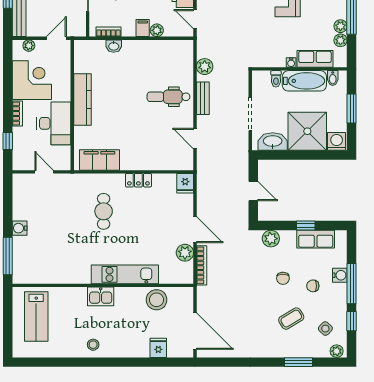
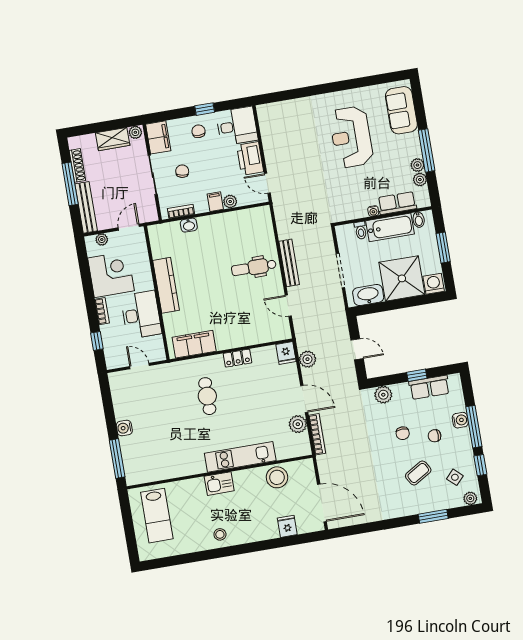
plant: (205, 67) -> (307, 359), moved
bench: (203, 98) -> (289, 263), width x1.36

